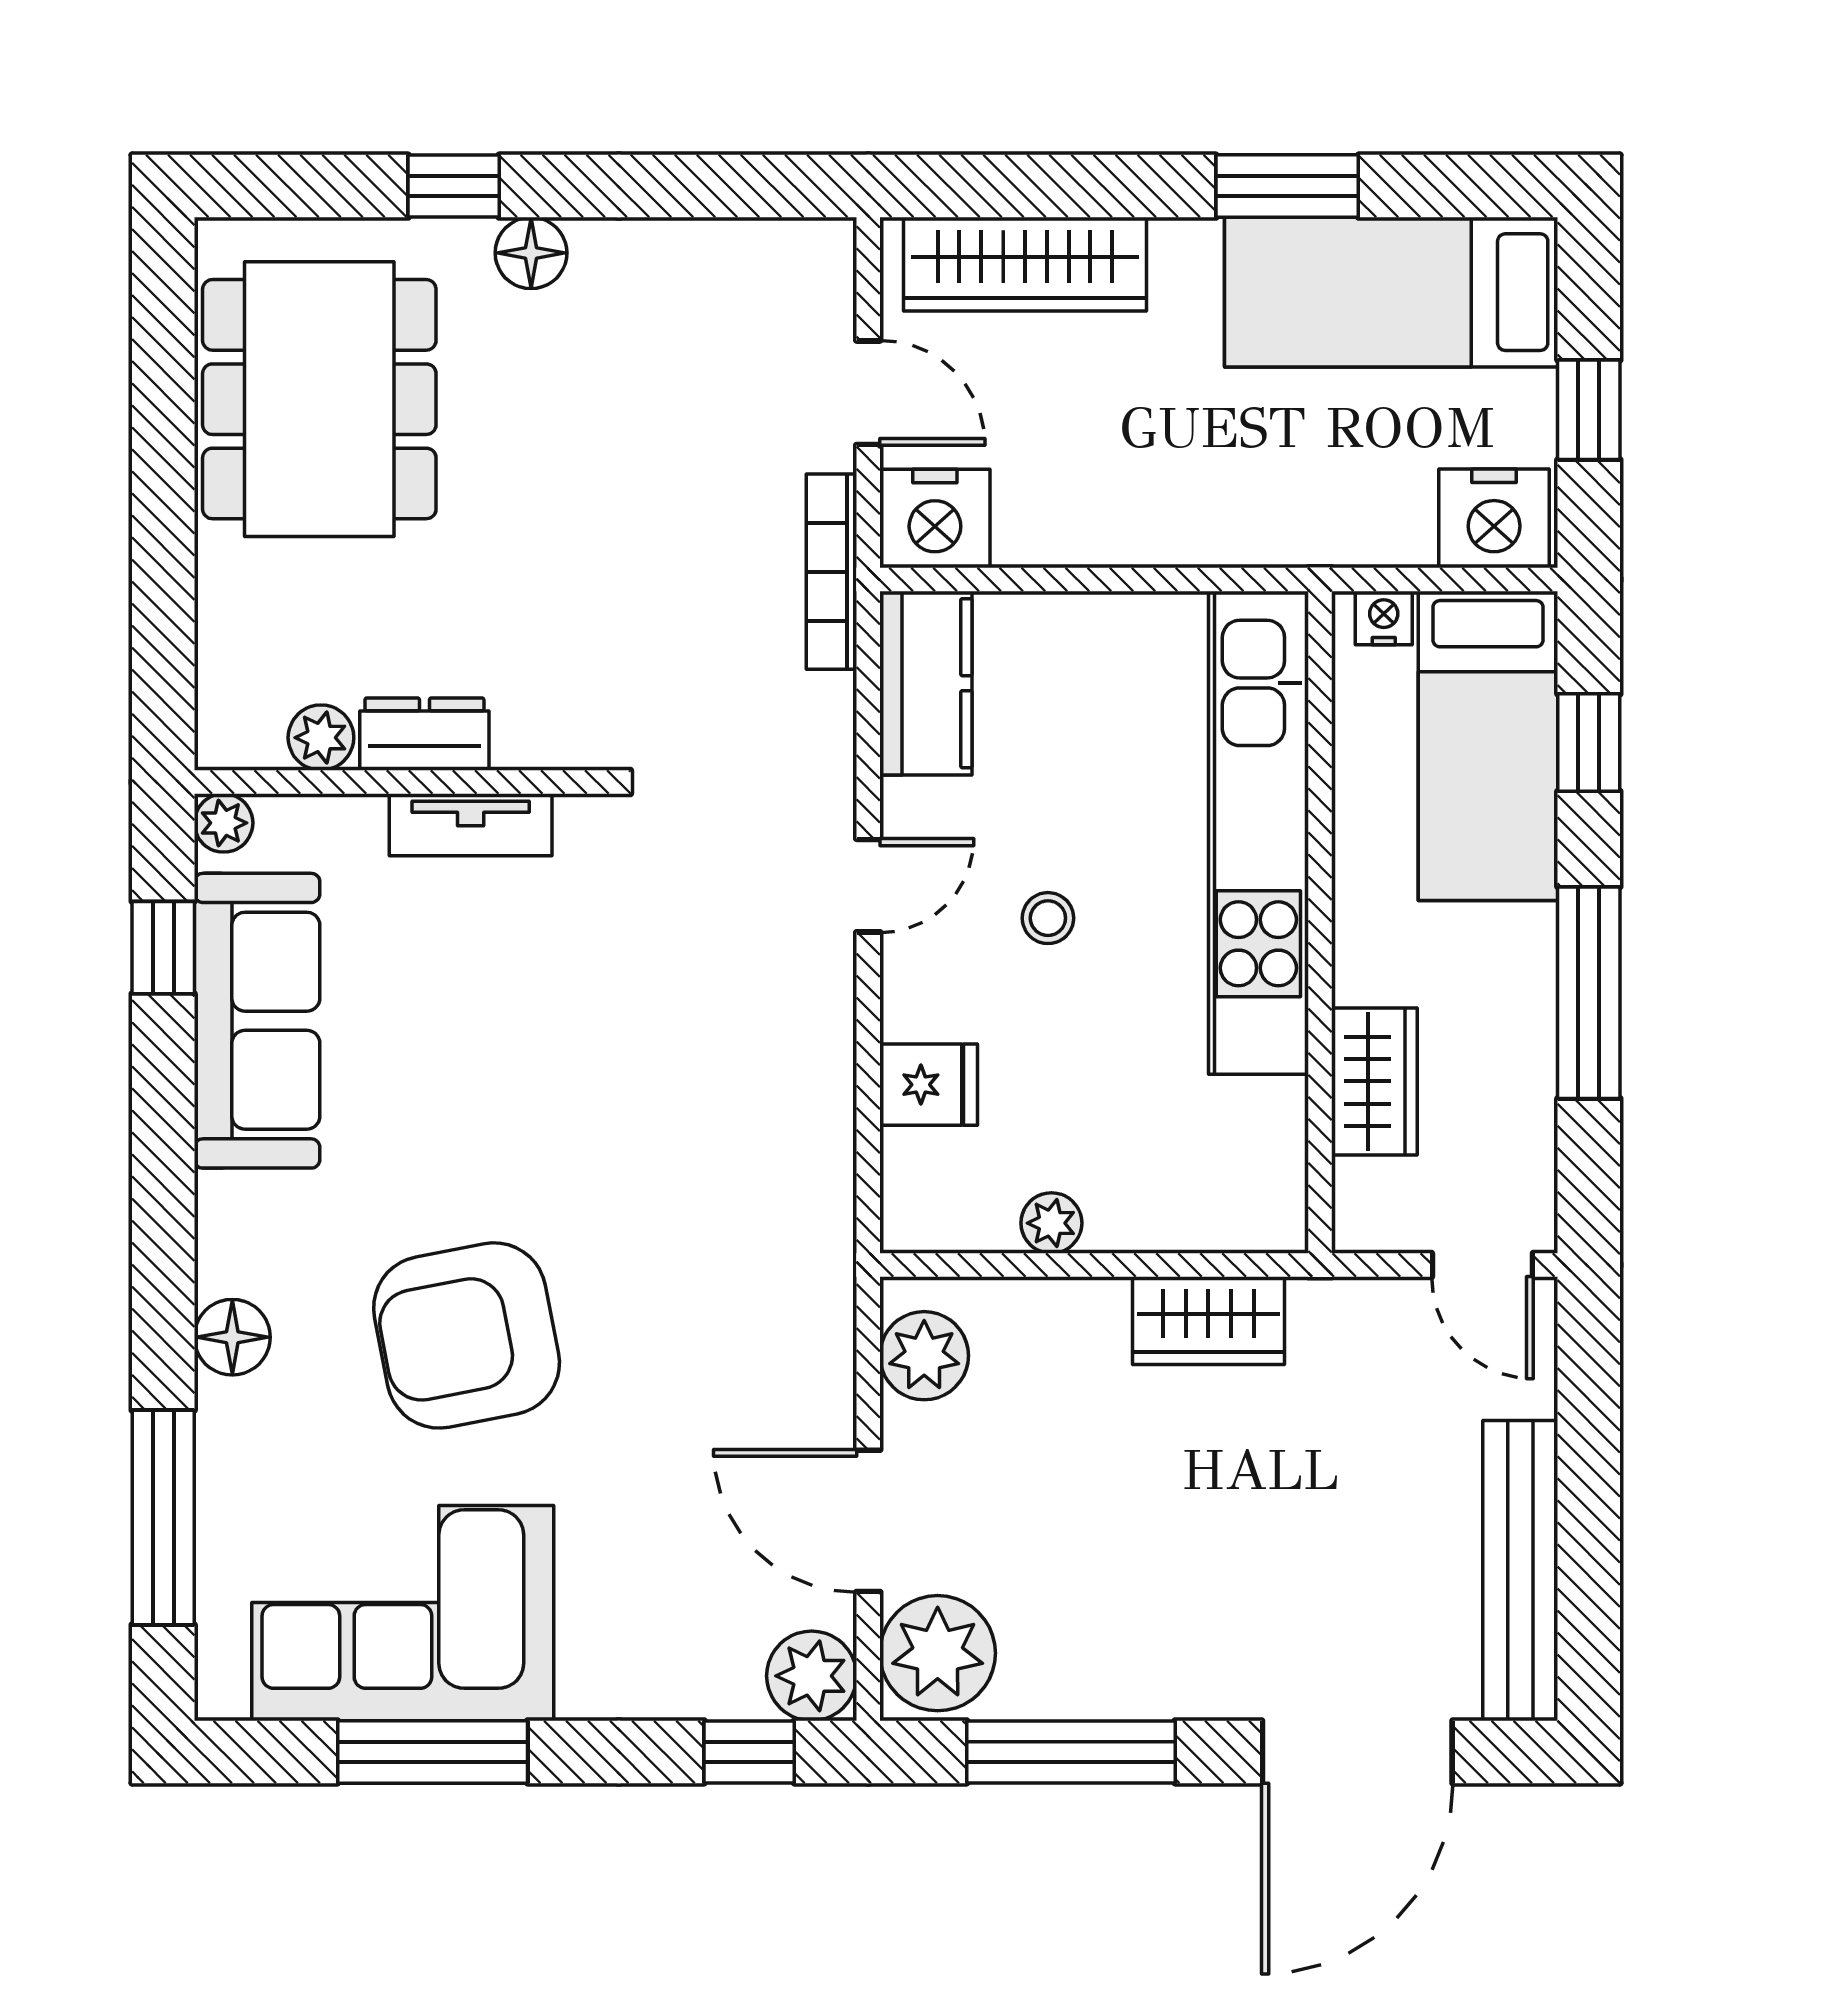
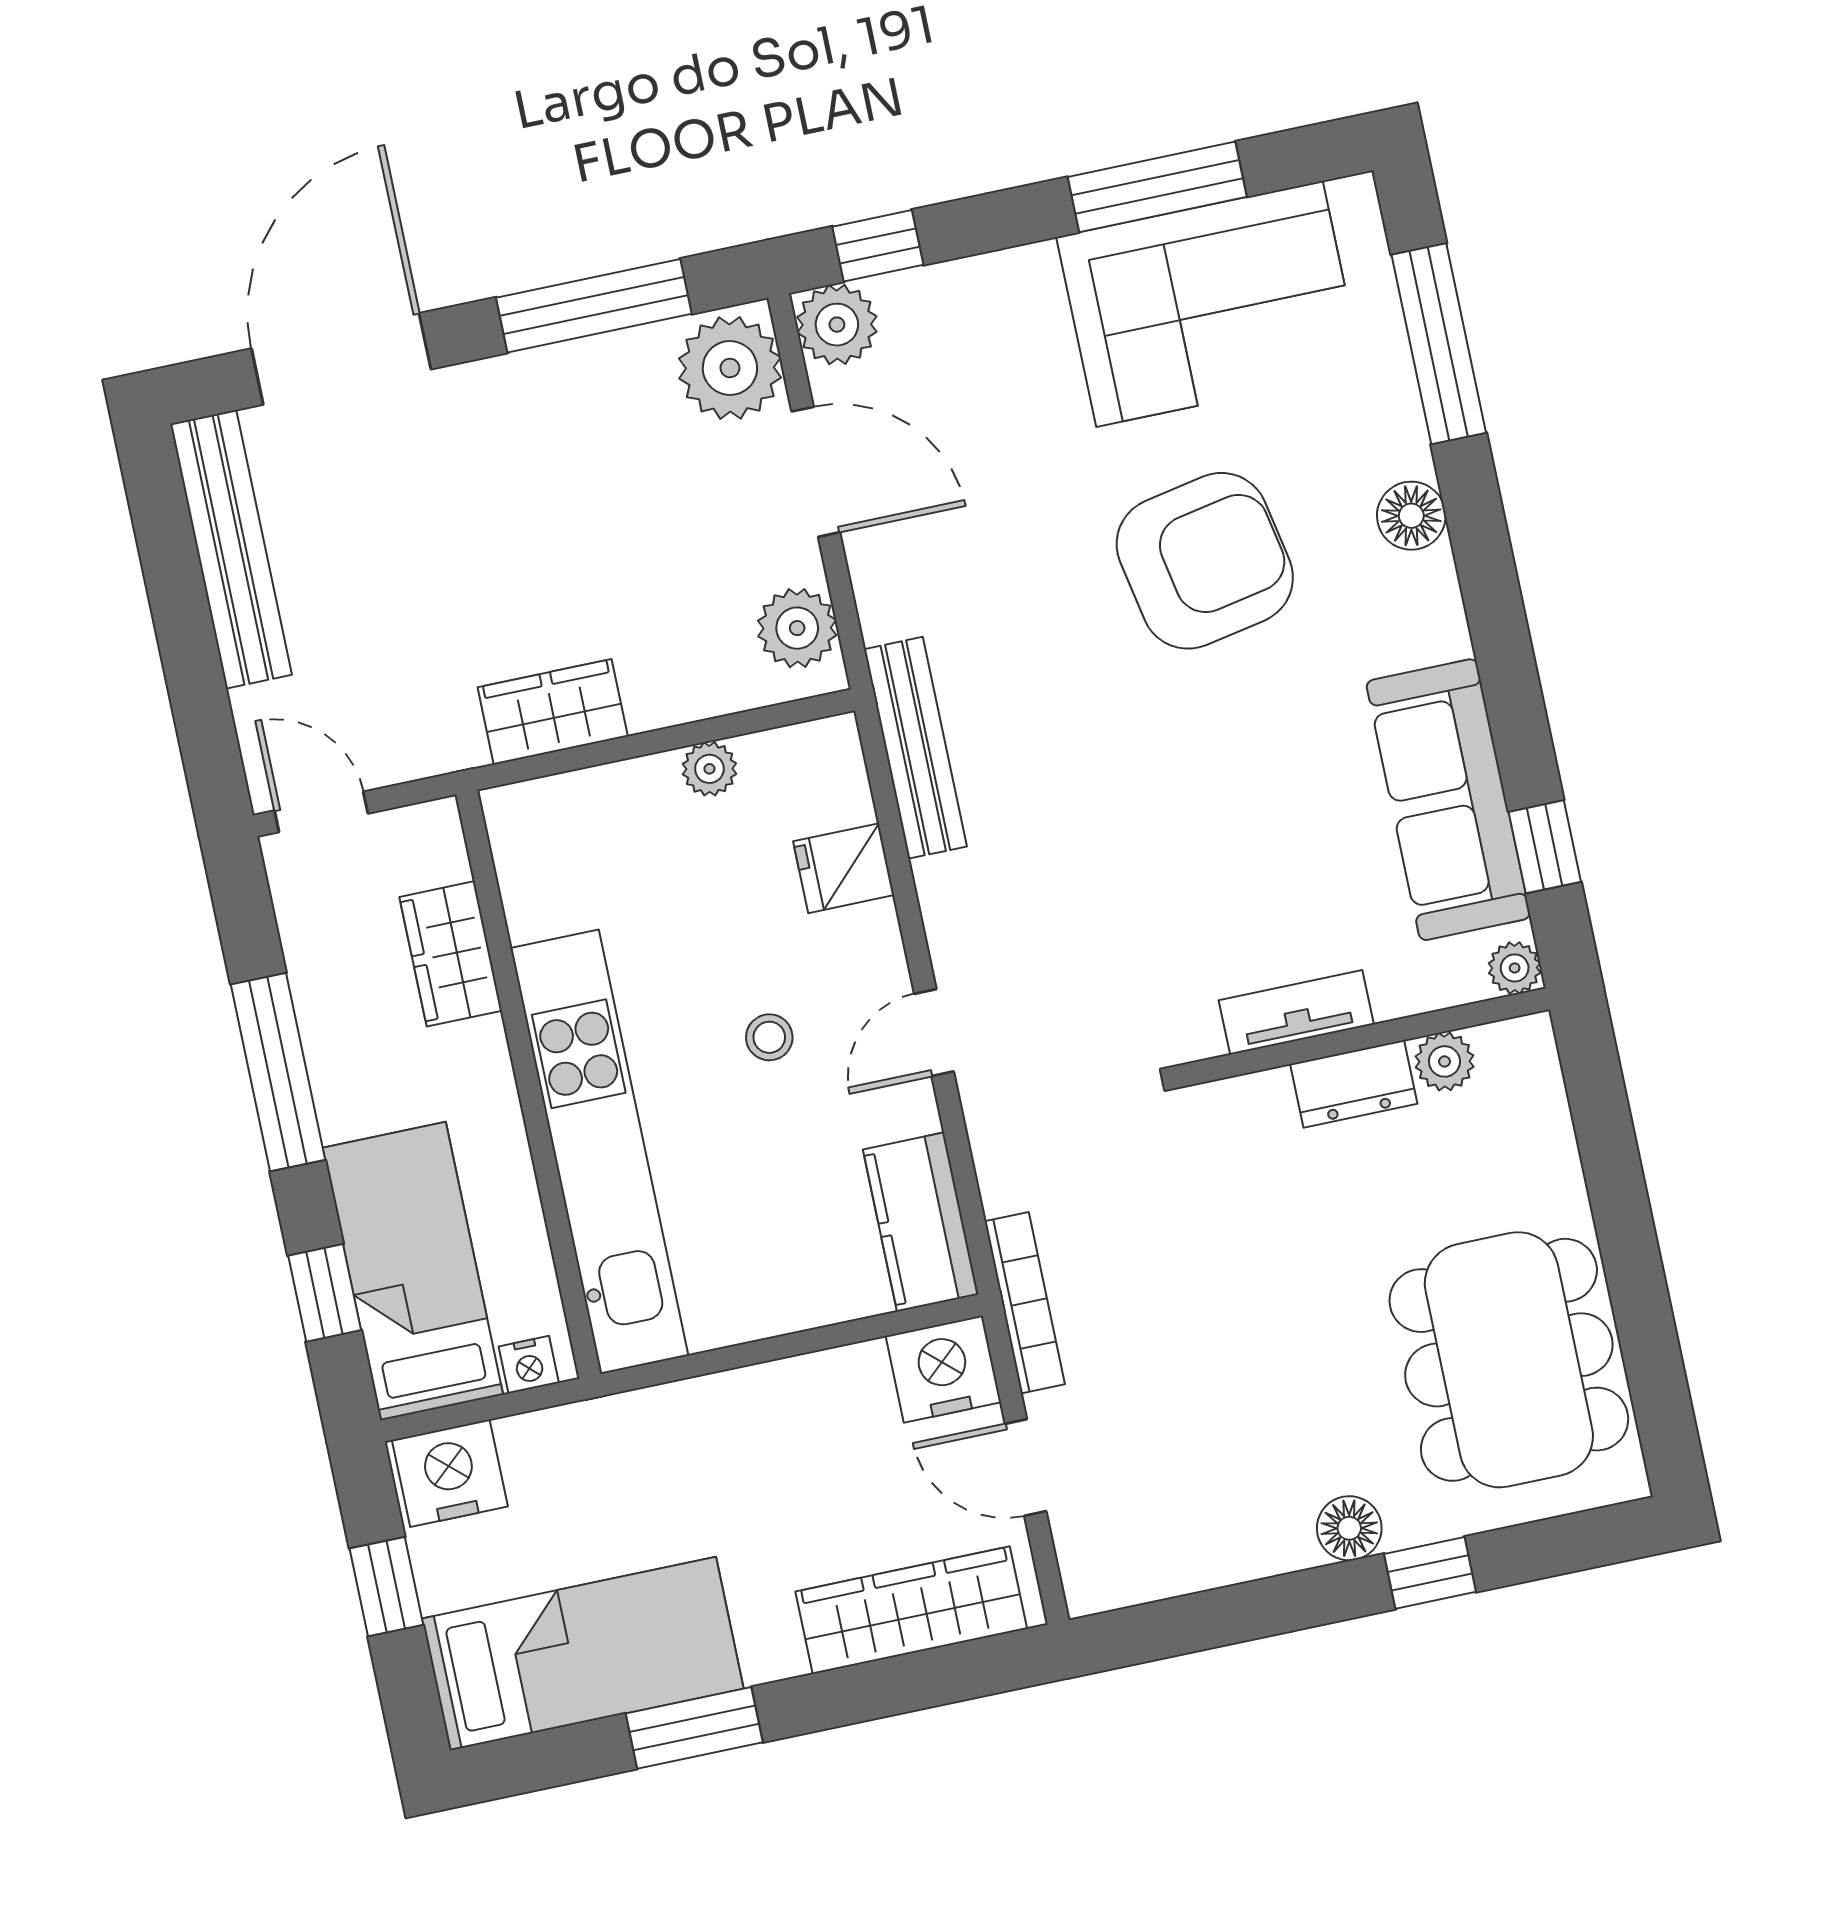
bench: (823, 1199) -> (915, 748), added

